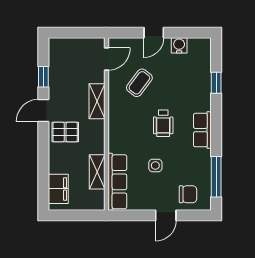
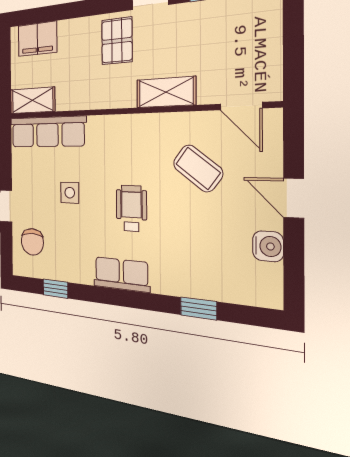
wheelchair: (163, 123) -> (131, 208), turned 90
shelving: (97, 172) -> (32, 100), moved
window: (216, 177) -> (55, 289), width x0.46

